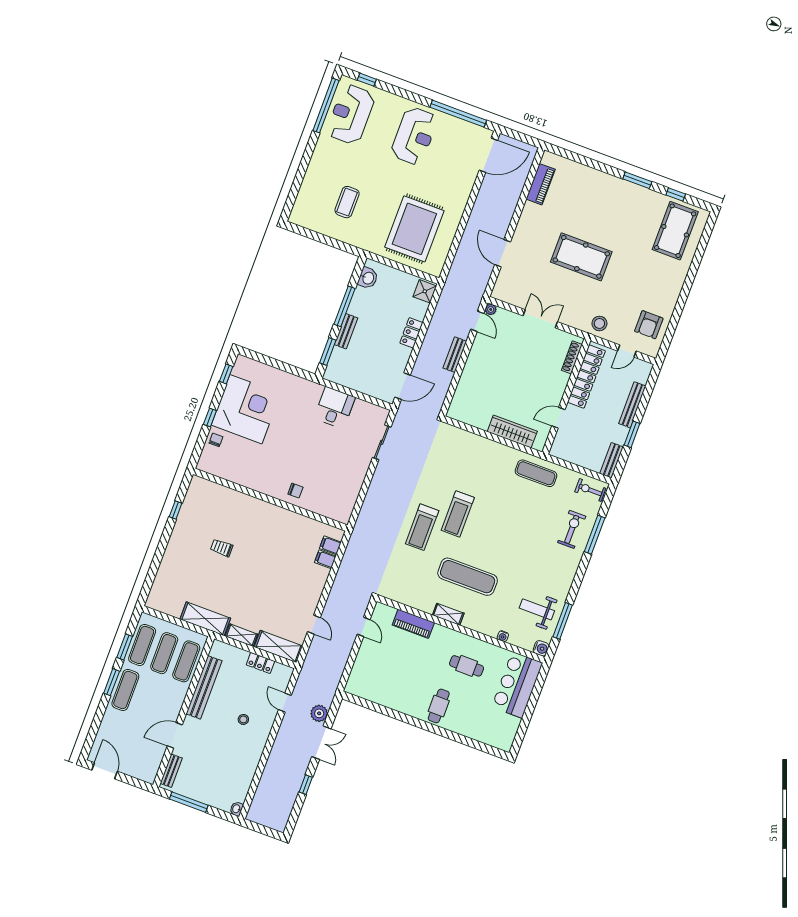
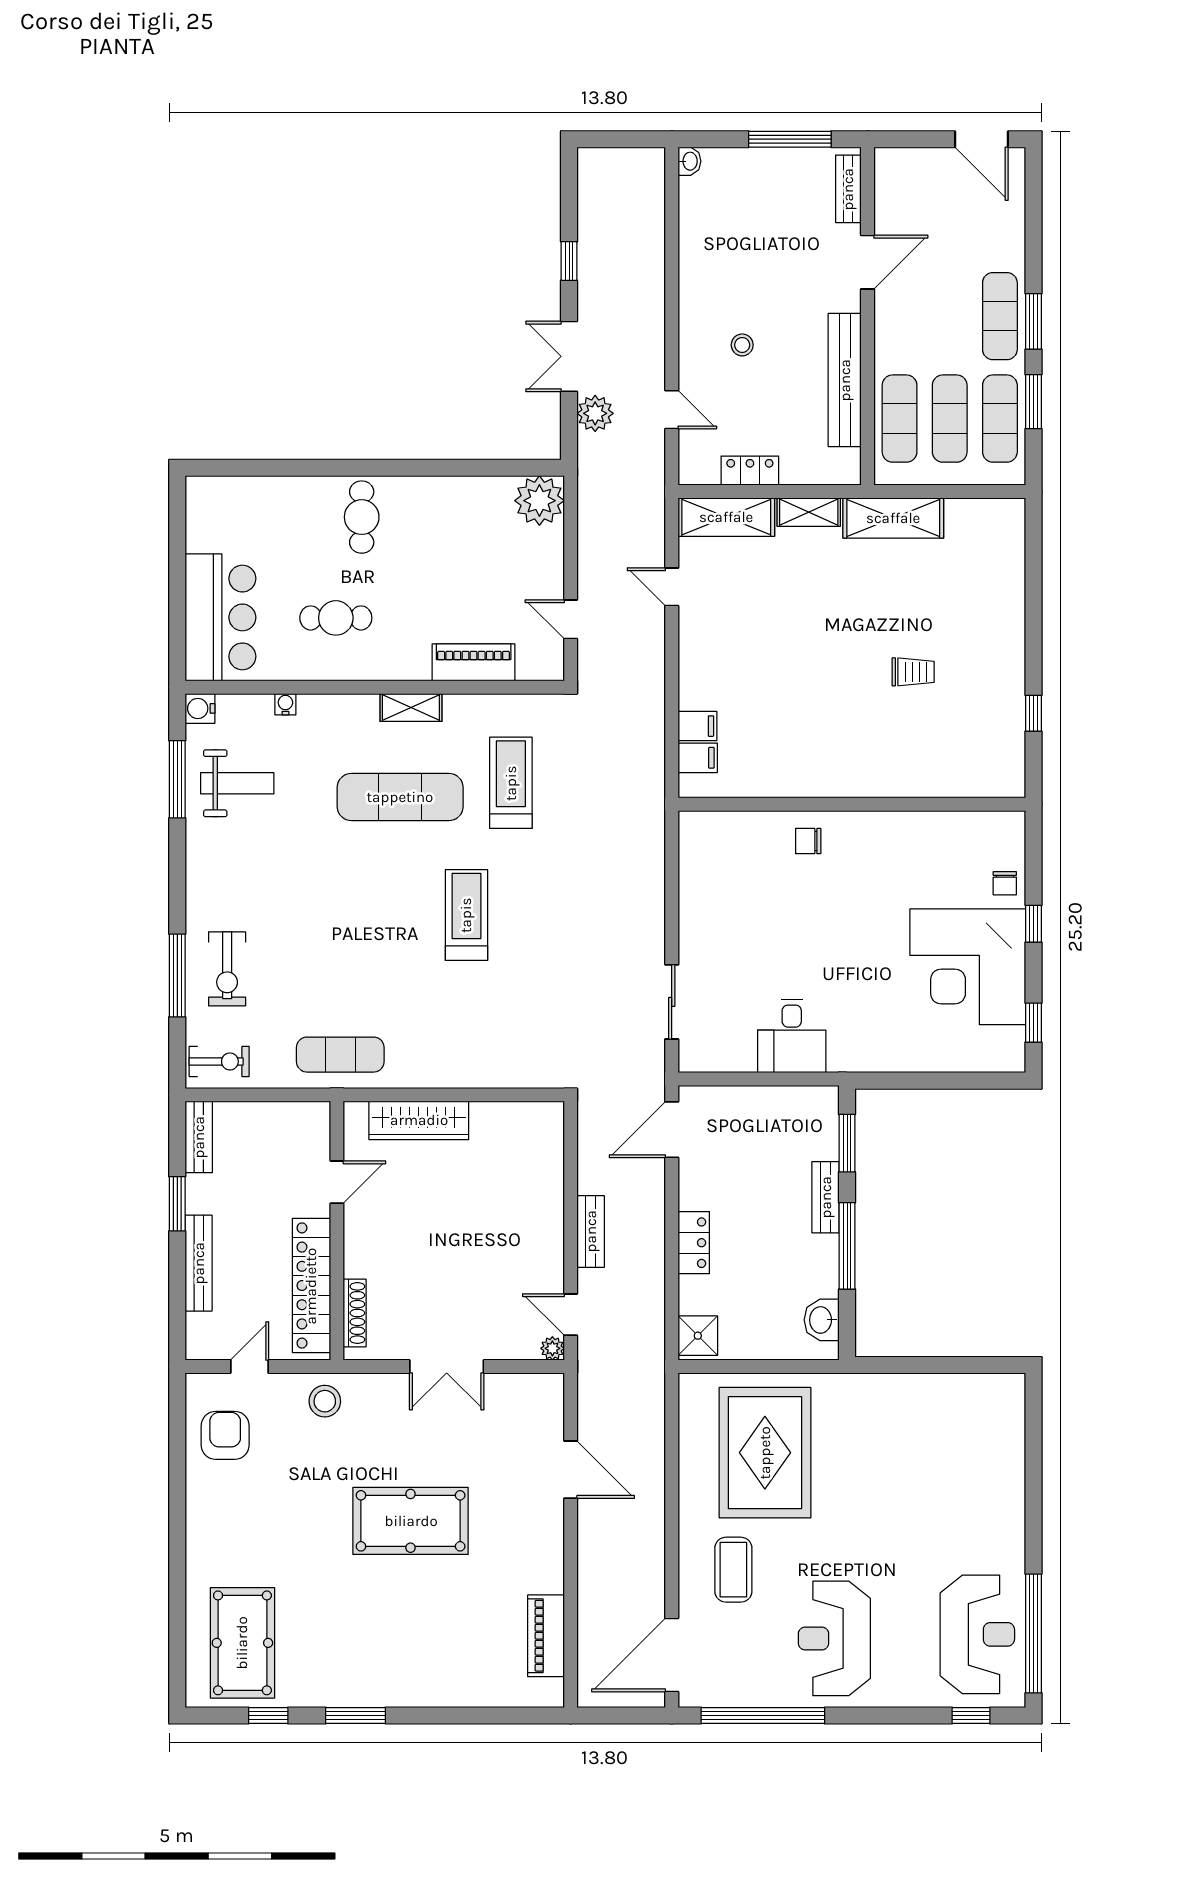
coffee table: (347, 202) -> (733, 1570), moved
treadmill: (422, 527) -> (511, 783), moved
plant: (358, 684) -> (539, 501), added

